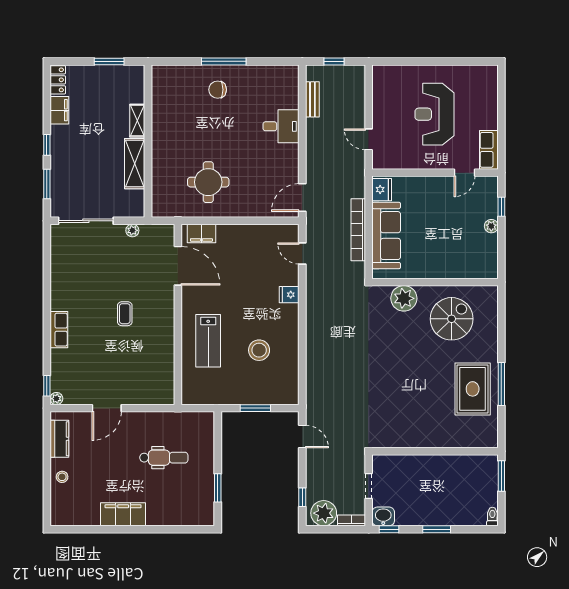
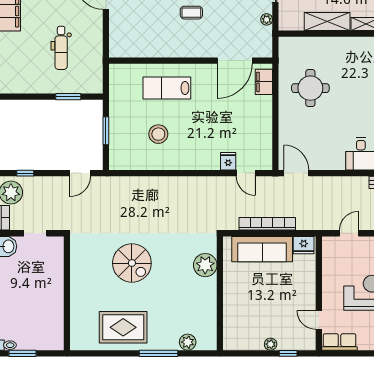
door: (302, 253) -> (246, 173), swing flipped
fridge: (289, 295) -> (228, 161), moved
plant: (489, 318) -> (188, 342), added
spiral stairs: (452, 319) -> (132, 263), moved
window: (501, 384) -> (159, 353), moved
window: (501, 476) -> (23, 353), moved
window: (218, 488) -> (68, 97), moved

